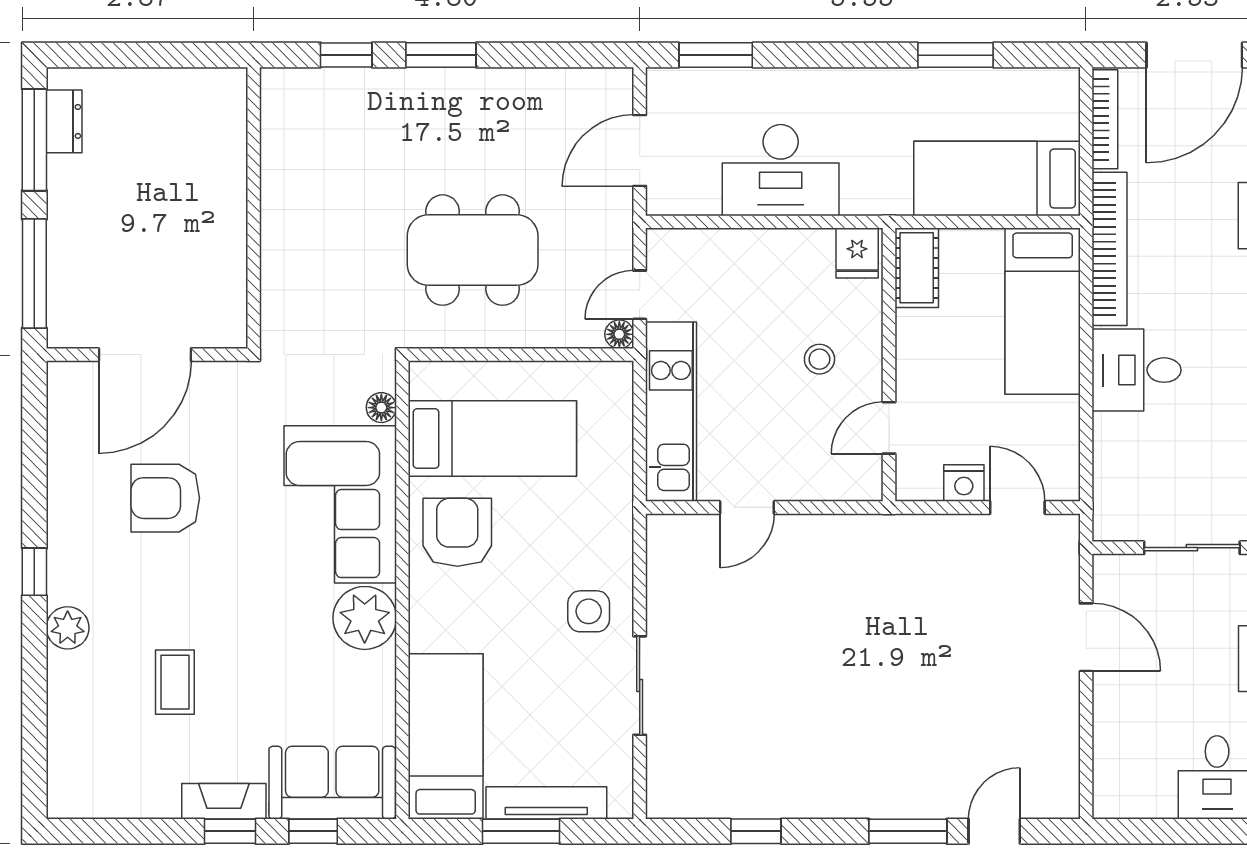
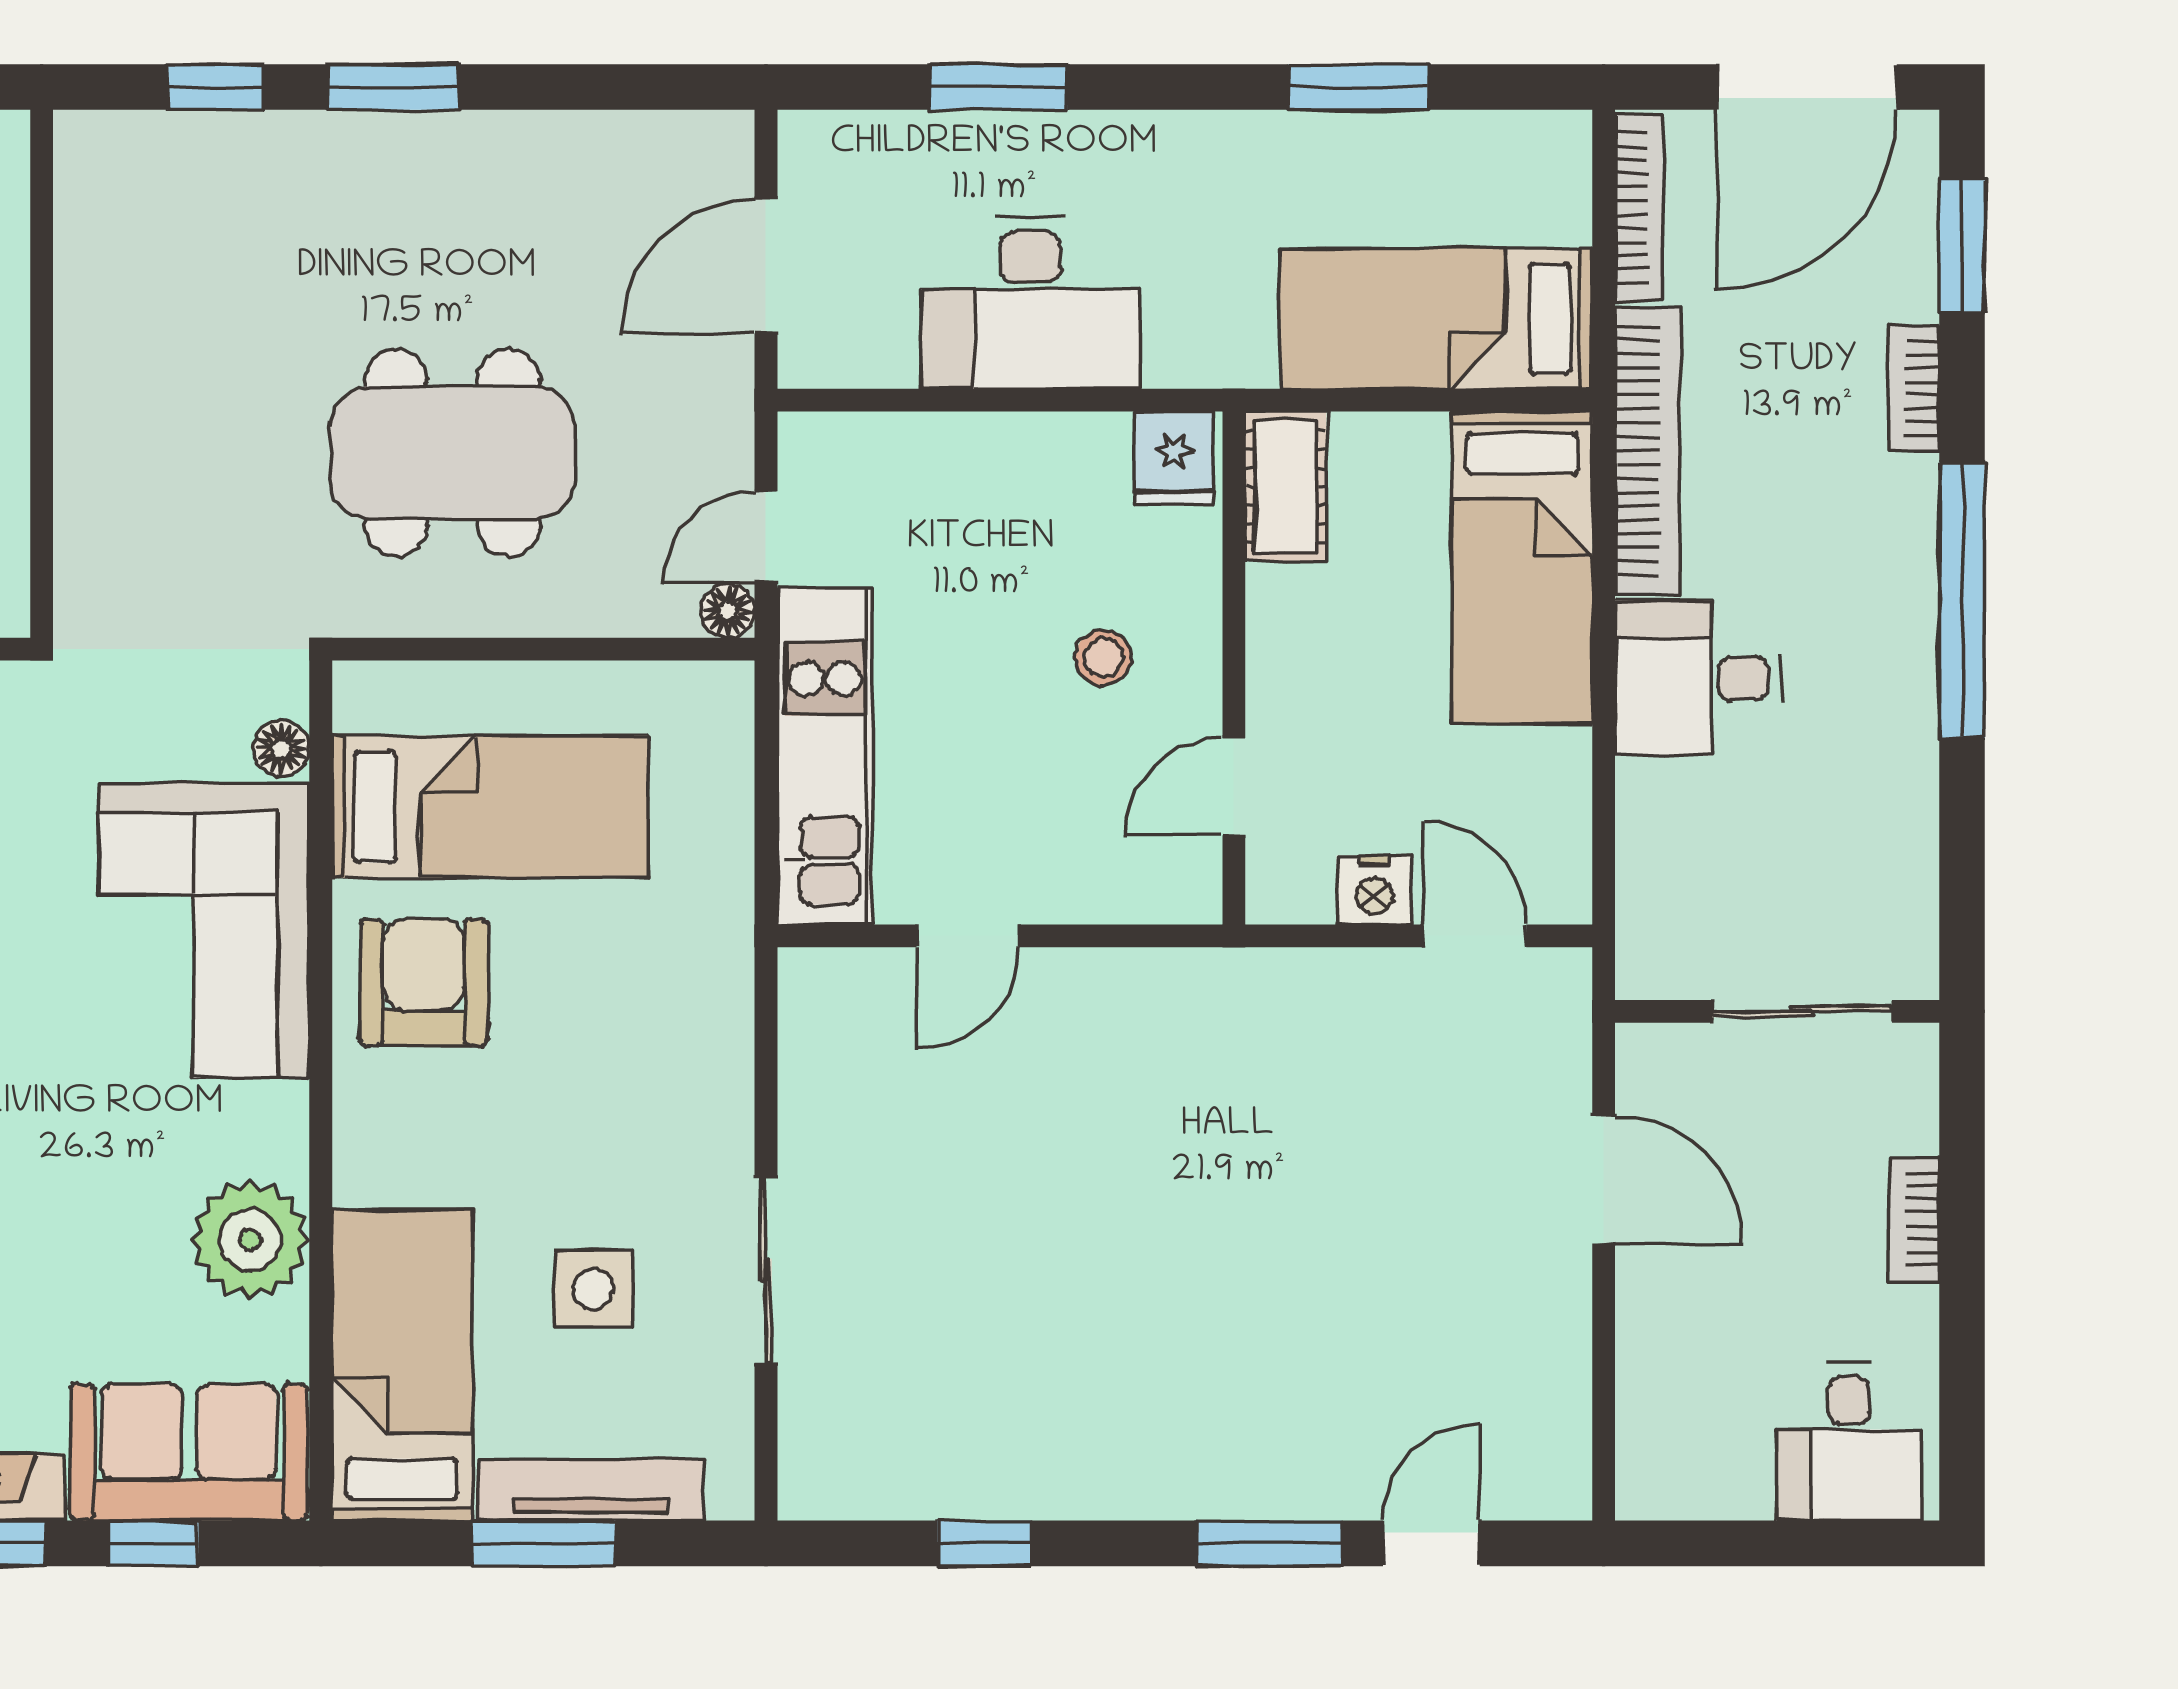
window: (716, 55) -> (998, 87), moved
side table: (589, 611) -> (593, 1289), moved
plant: (365, 618) -> (250, 1240), moved

